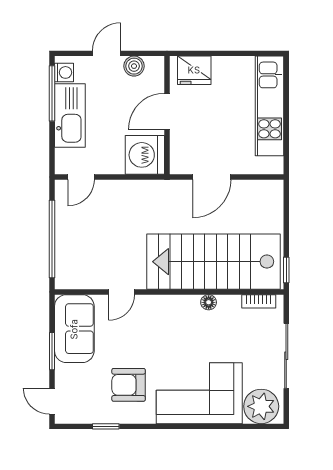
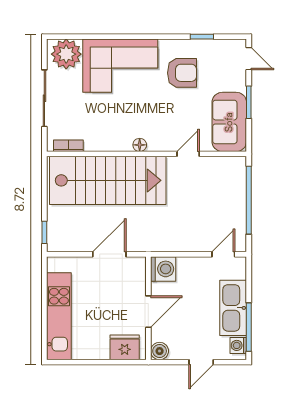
boiler: (134, 66) -> (160, 351), moved
washing machine: (145, 155) -> (163, 269), width x0.73, depth x0.73
window: (286, 270) -> (44, 232), moved
floor lamp: (209, 302) -> (140, 145), moved

